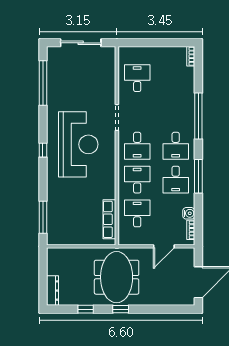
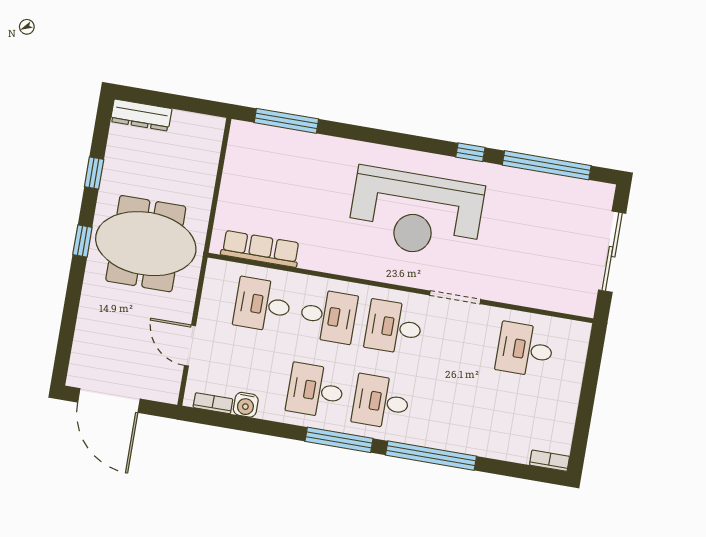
desk: (137, 78) -> (525, 350), turned 180
window: (43, 150) -> (470, 152), moved
window: (198, 176) -> (339, 440), moved
desk: (137, 213) -> (263, 305), turned 180

